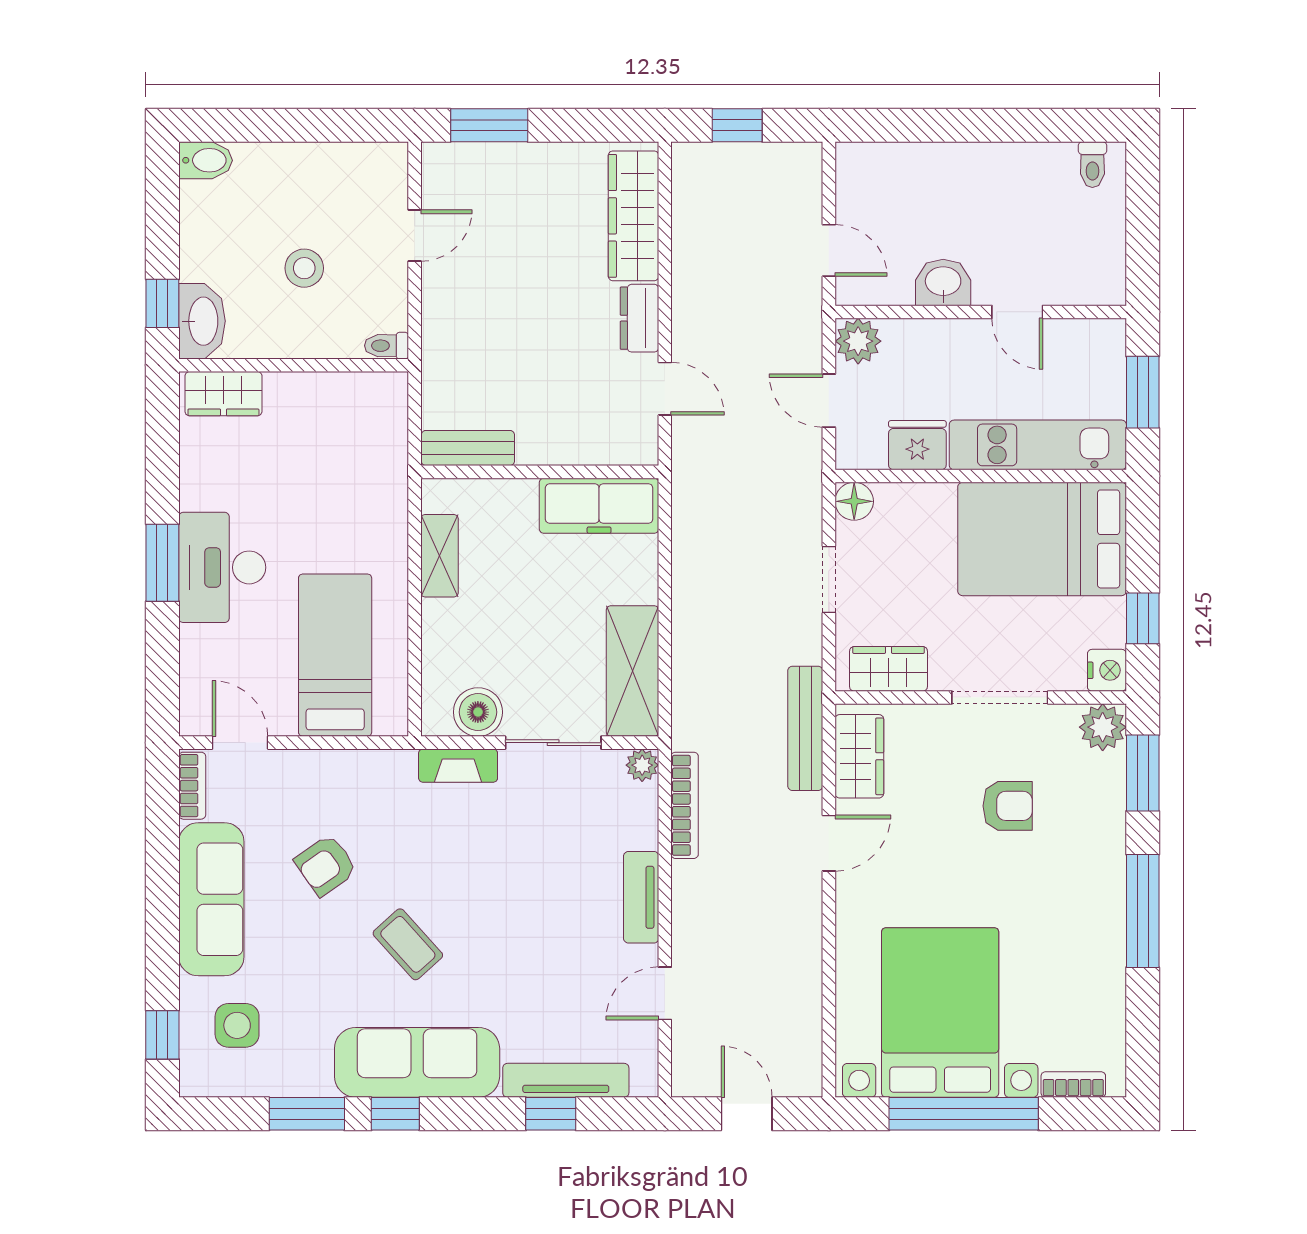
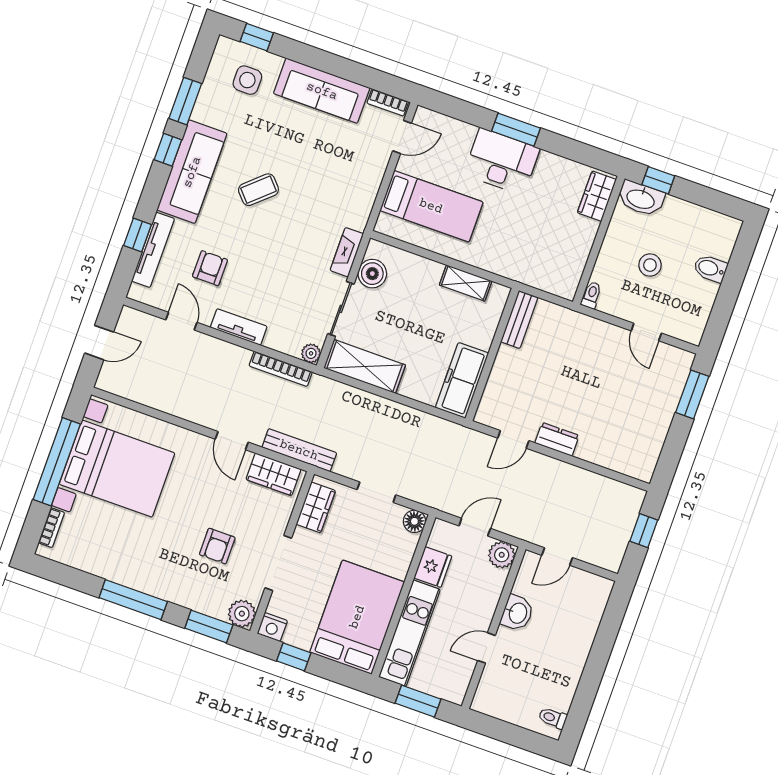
bidet: (206, 160) -> (710, 268), moved, turned 90
wardrobe: (634, 216) -> (614, 456), removed
armchair: (326, 865) -> (210, 268), moved, turned 35

